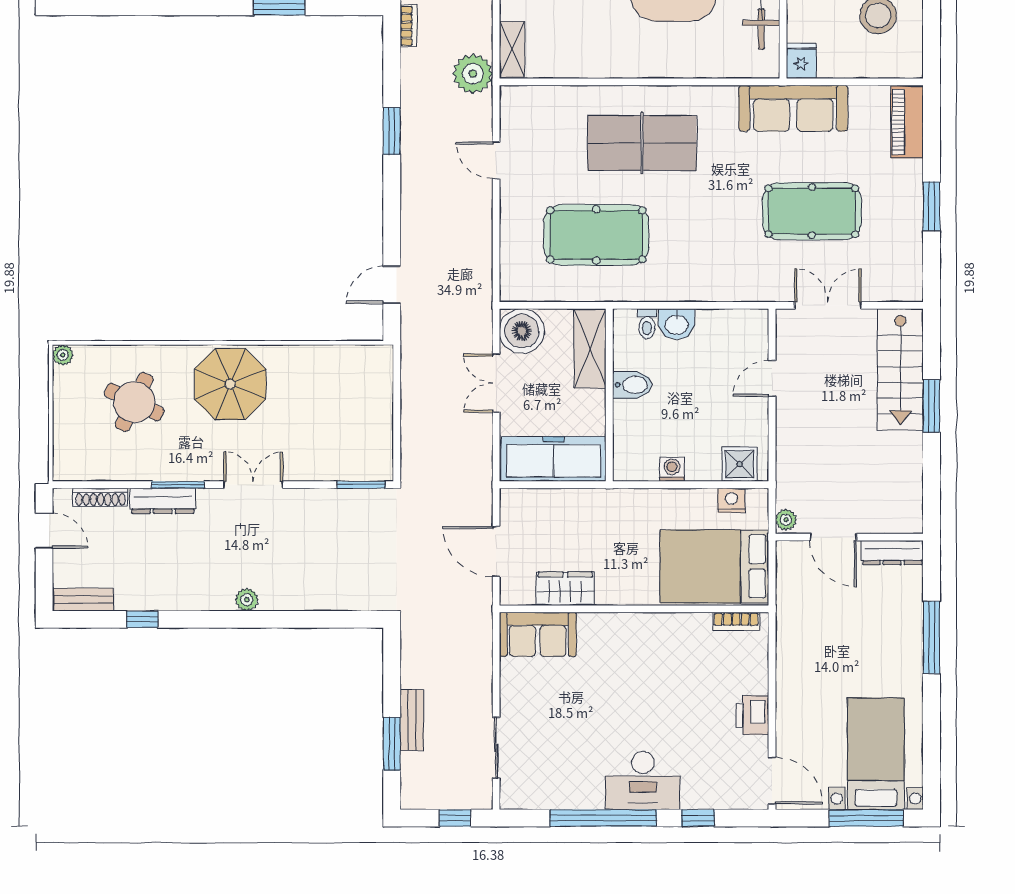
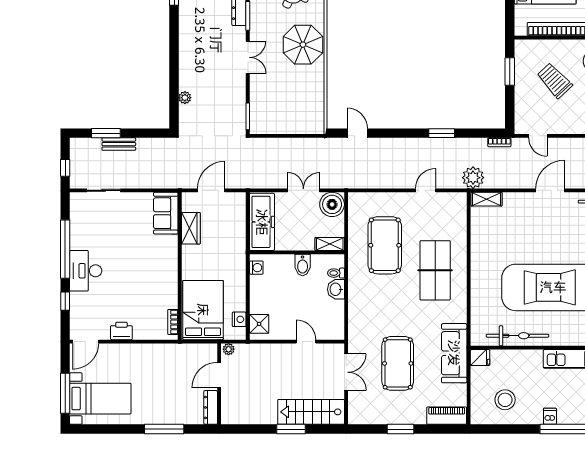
shelving: (590, 348) -> (330, 244), width x0.67, depth x0.75
washing machine: (672, 469) -> (256, 268), moved
plant: (247, 600) -> (185, 98), moved

